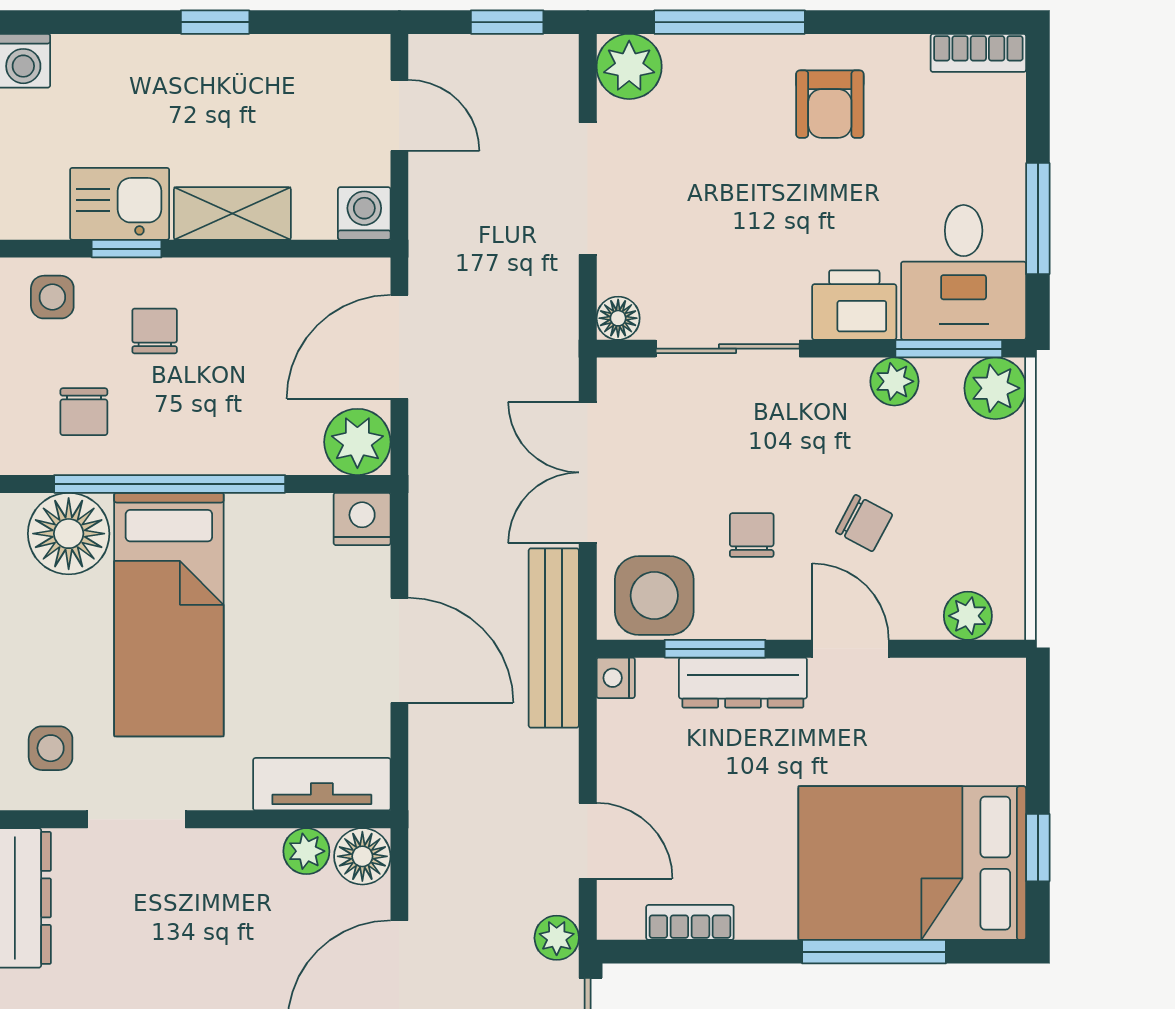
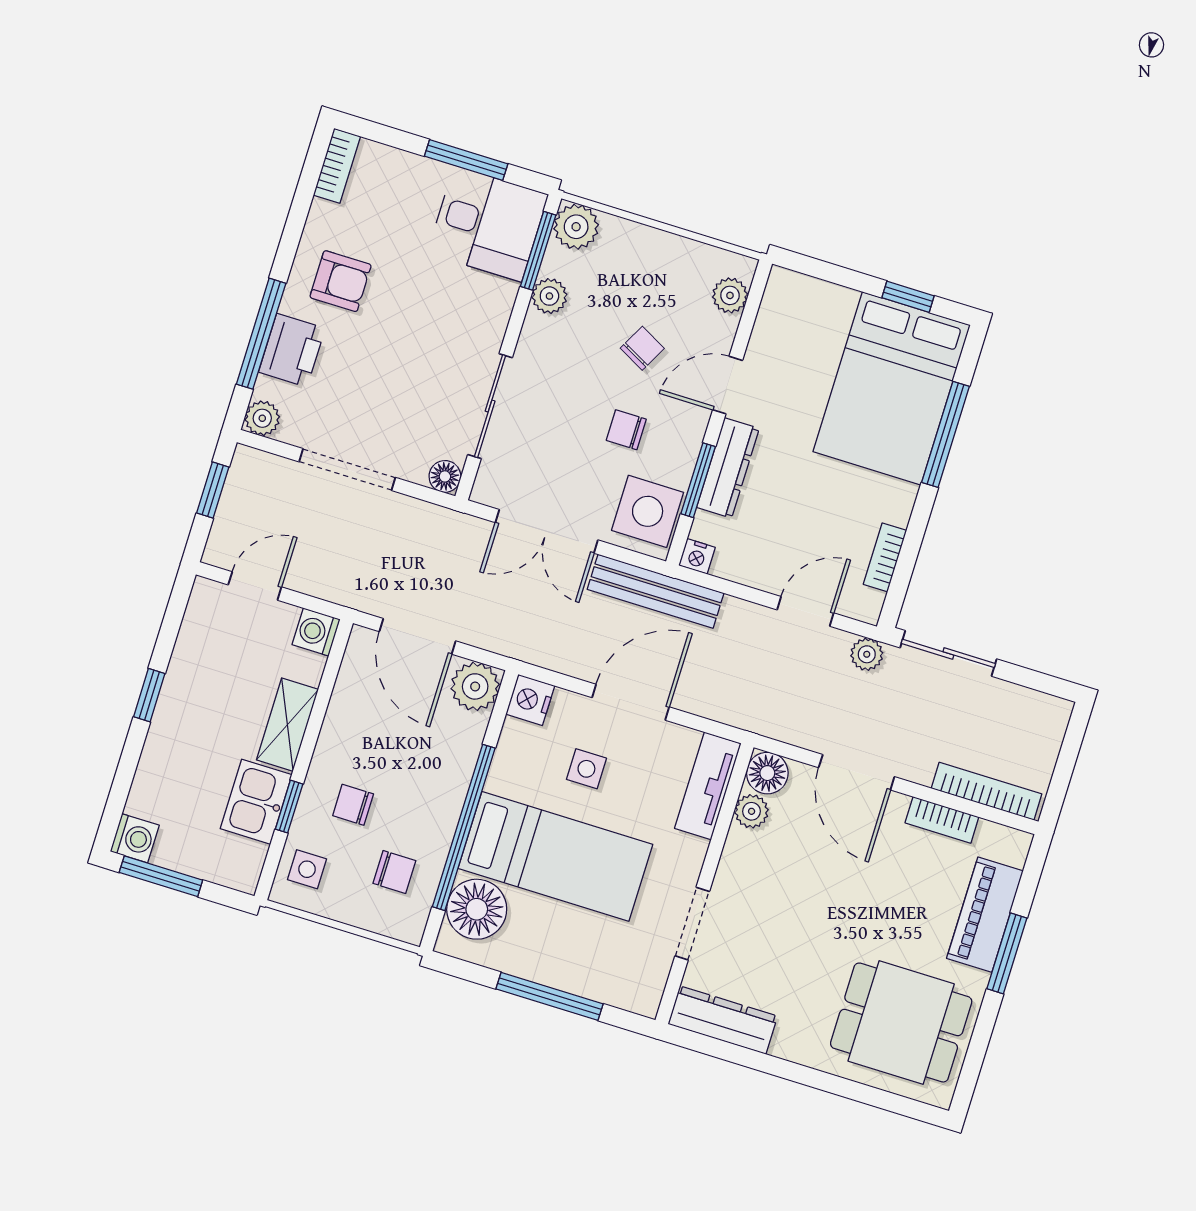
plant: (629, 66) -> (262, 418), width x0.73, depth x0.73
printer: (854, 305) -> (292, 350), moved, turned 180
side table: (51, 748) -> (586, 769), moved

